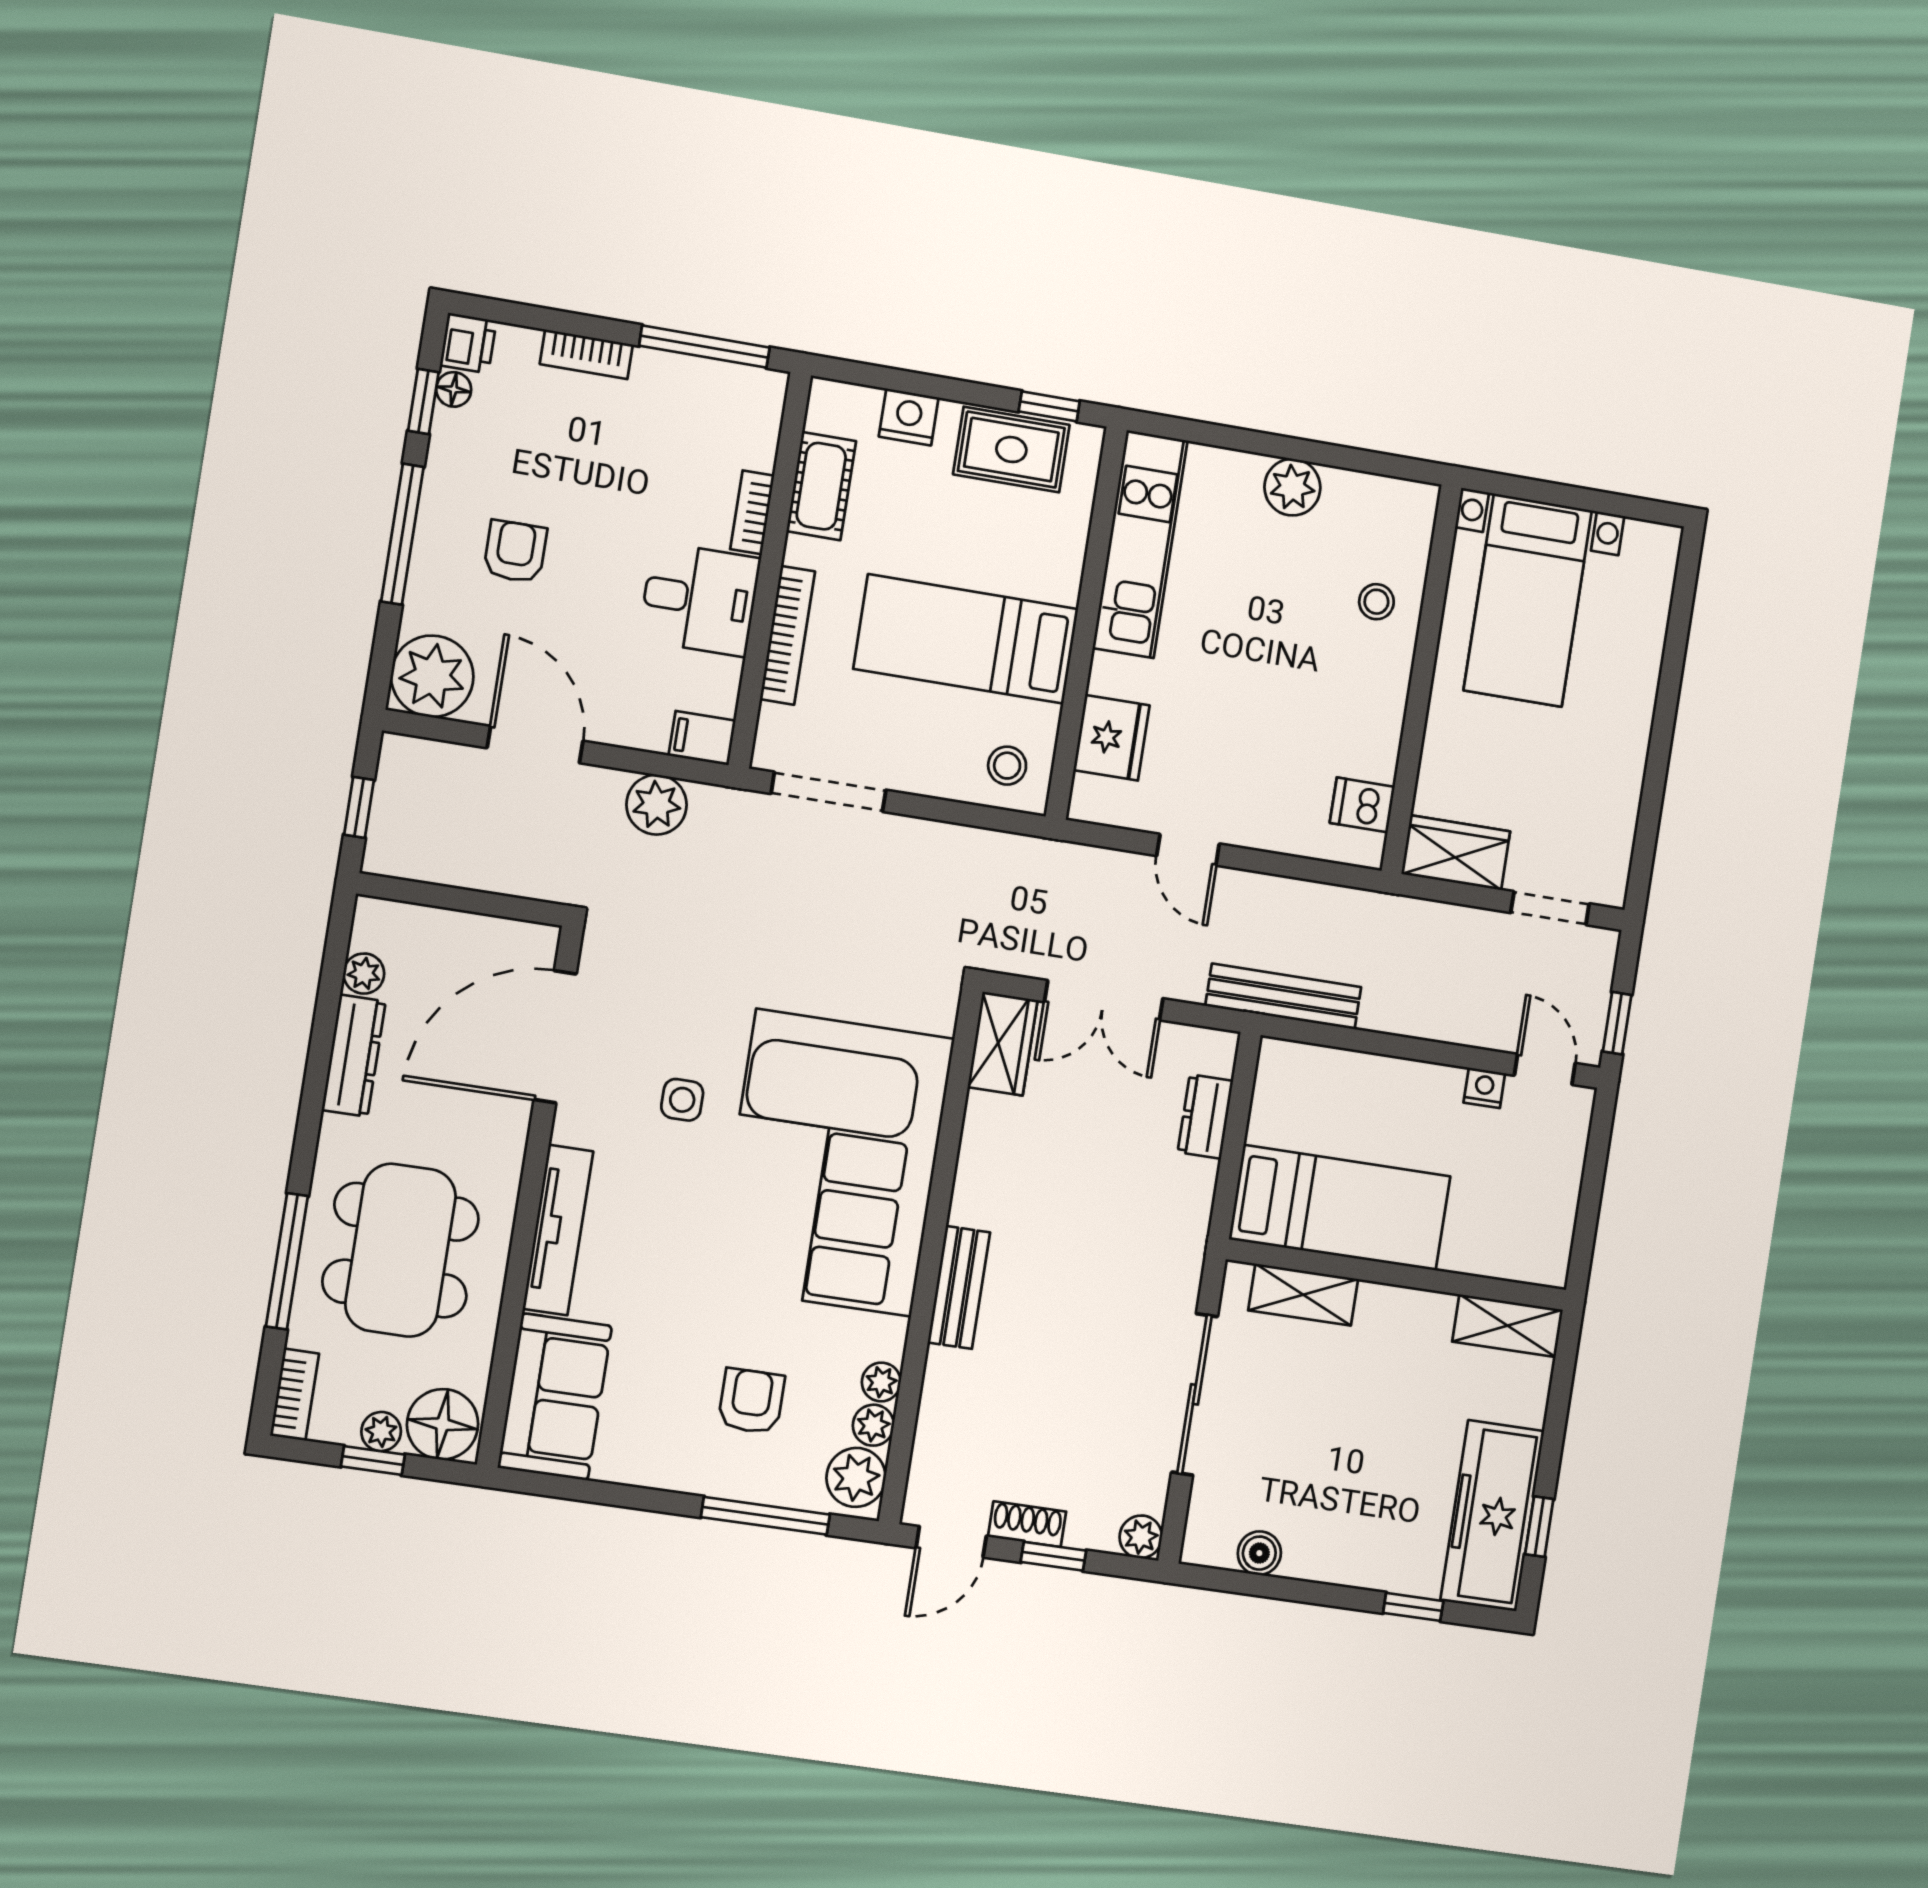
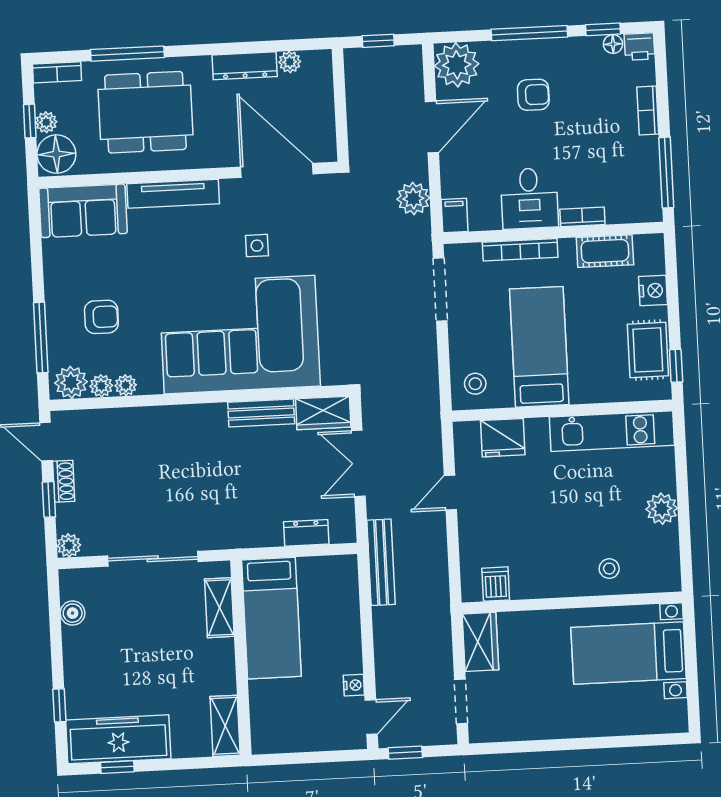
bench: (959, 1287) -> (261, 413), moved

